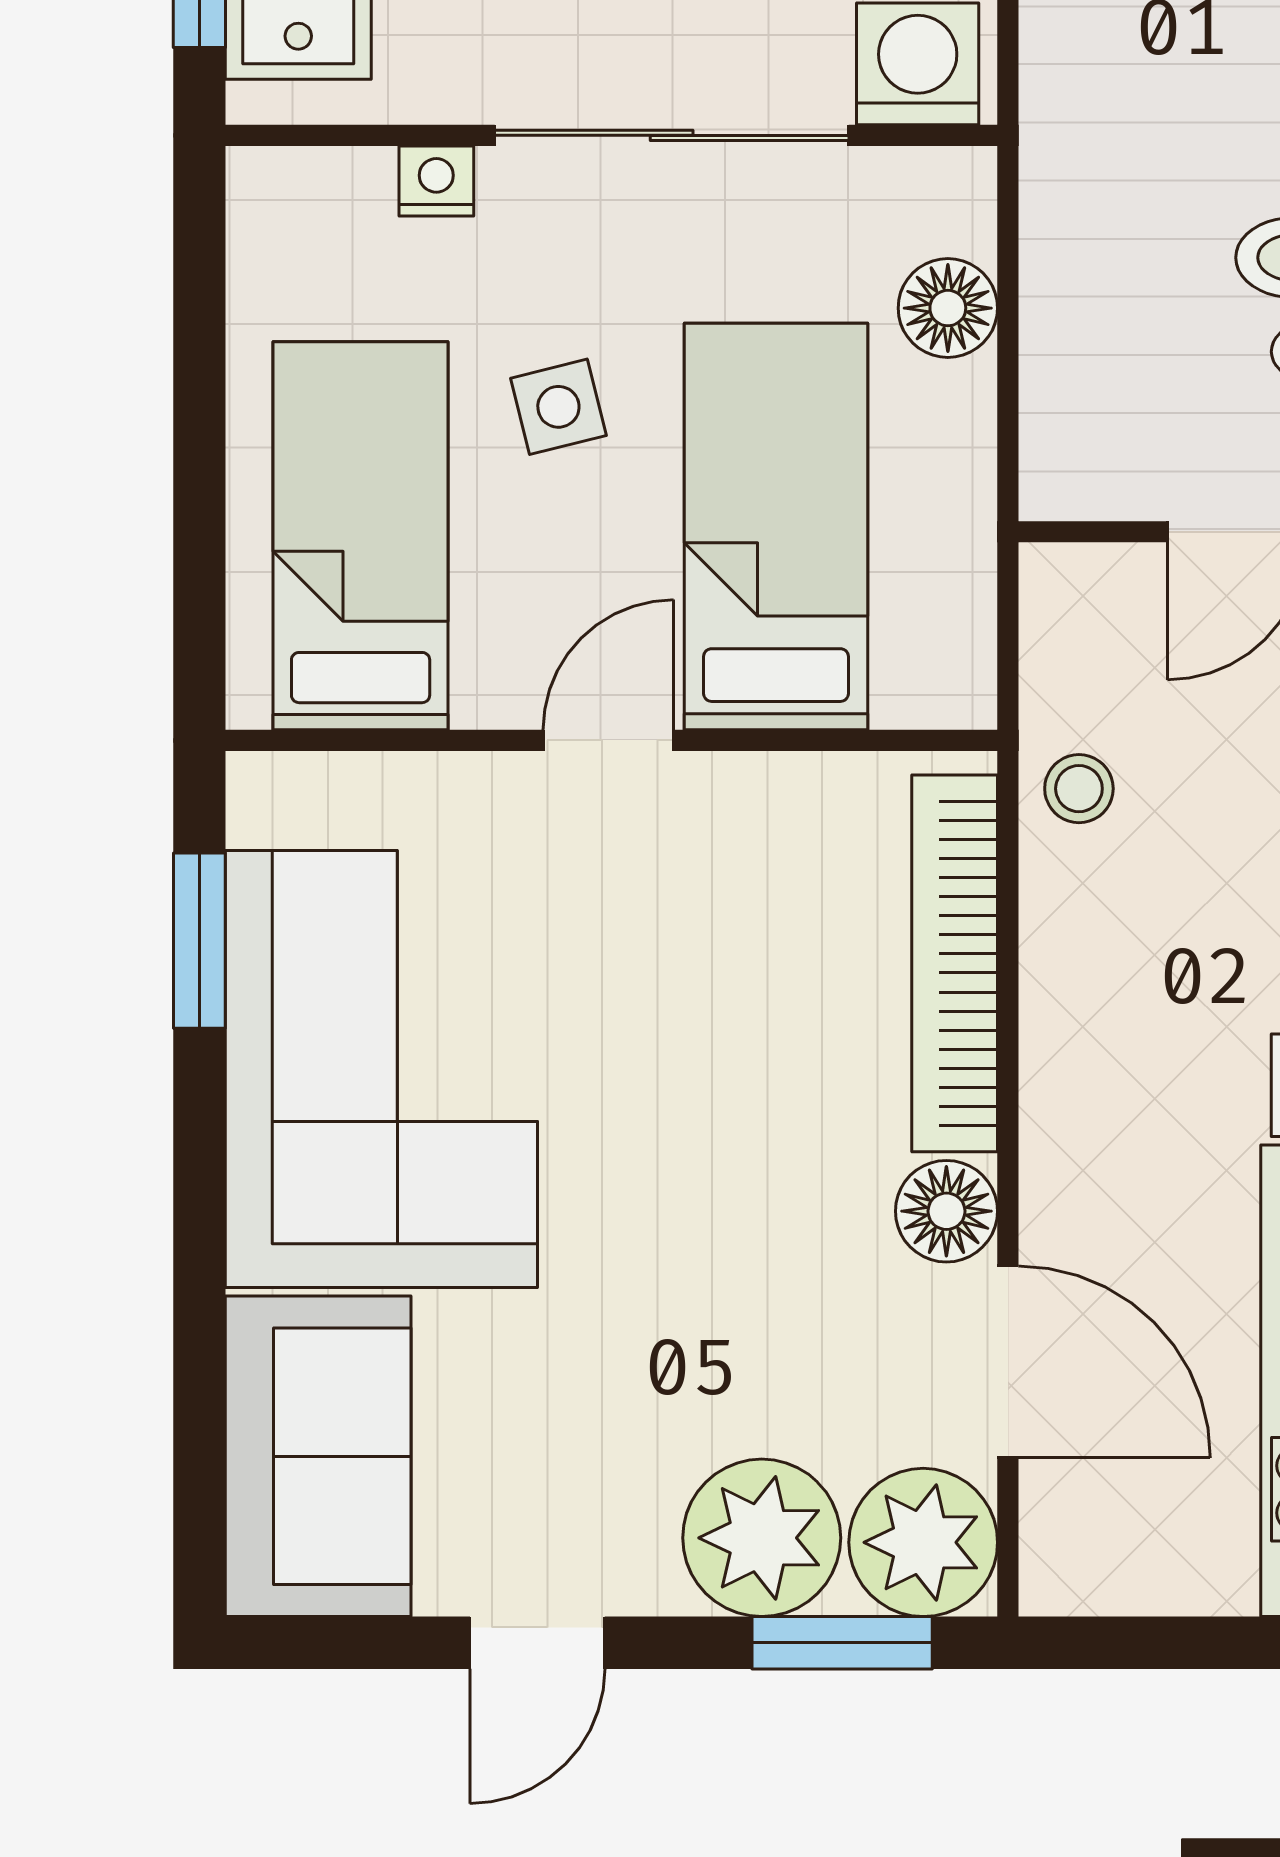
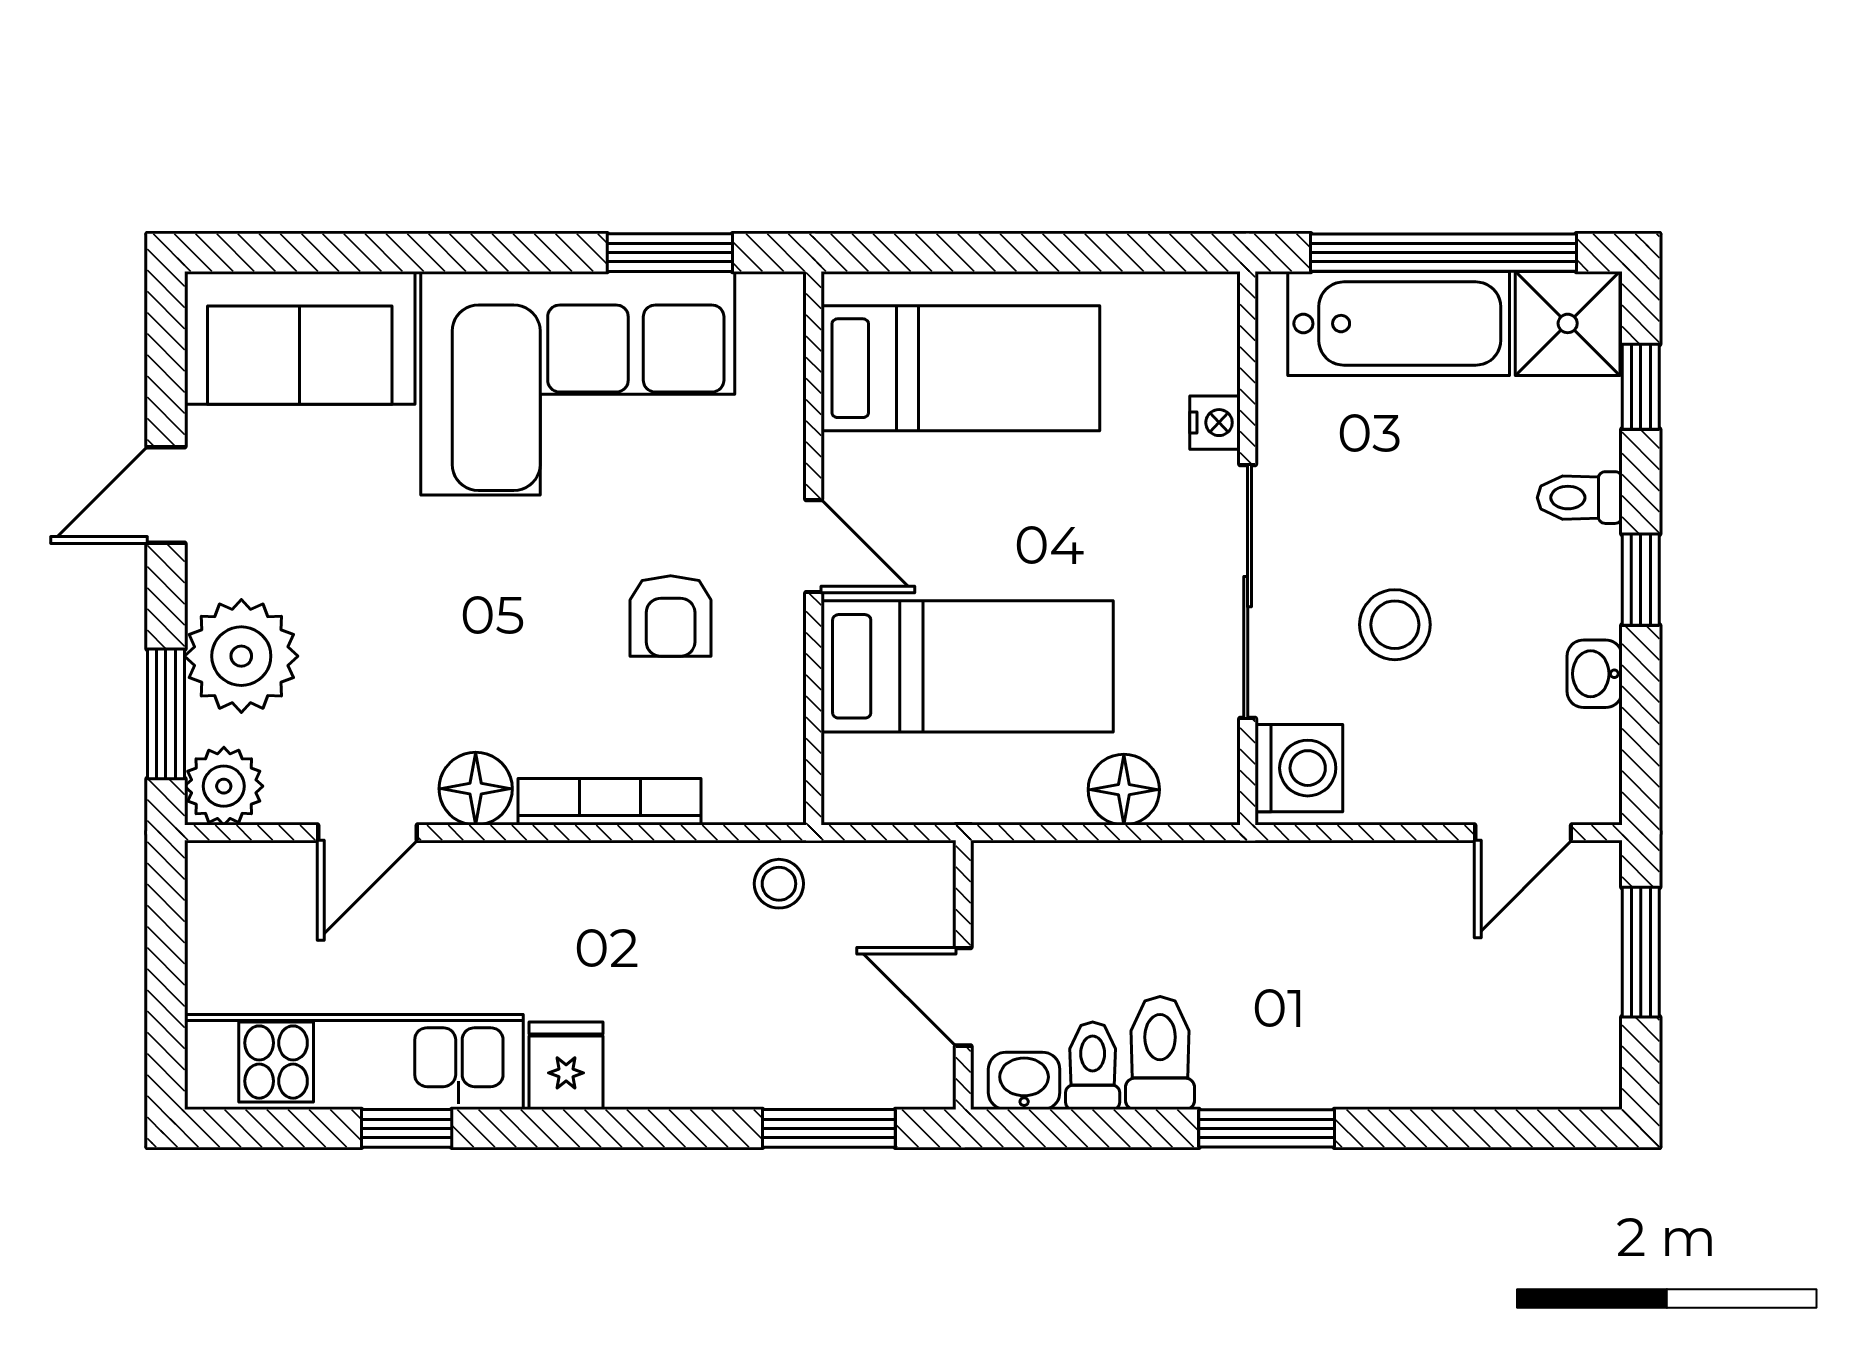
side table: (558, 407) -> (1053, 510), removed
armchair: (706, 940) -> (671, 616), added
bookcase: (955, 963) -> (610, 802), width x0.68, depth x0.76
door: (1008, 1362) -> (368, 833), width x0.73
plant: (923, 1542) -> (224, 786), width x0.73, depth x0.73
door: (537, 1643) -> (166, 495), hinge flipped

